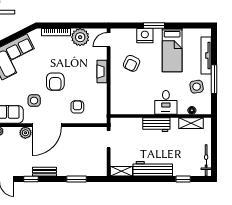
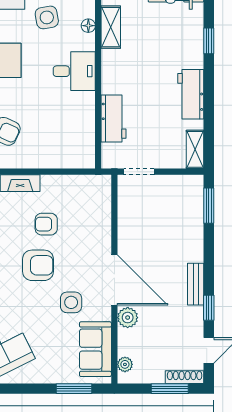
armchair: (77, 107) -> (46, 224), moved
workbench: (156, 125) -> (114, 118), moved
workbench: (153, 169) -> (191, 94), width x0.73
window: (77, 179) -> (209, 206), moved

